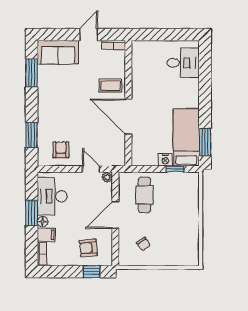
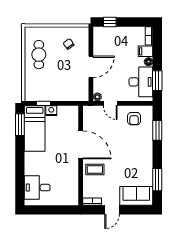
cafe table: (145, 195) -> (39, 55), moved
window: (32, 213) -> (157, 81), moved
armchair: (88, 248) -> (112, 41), removed

